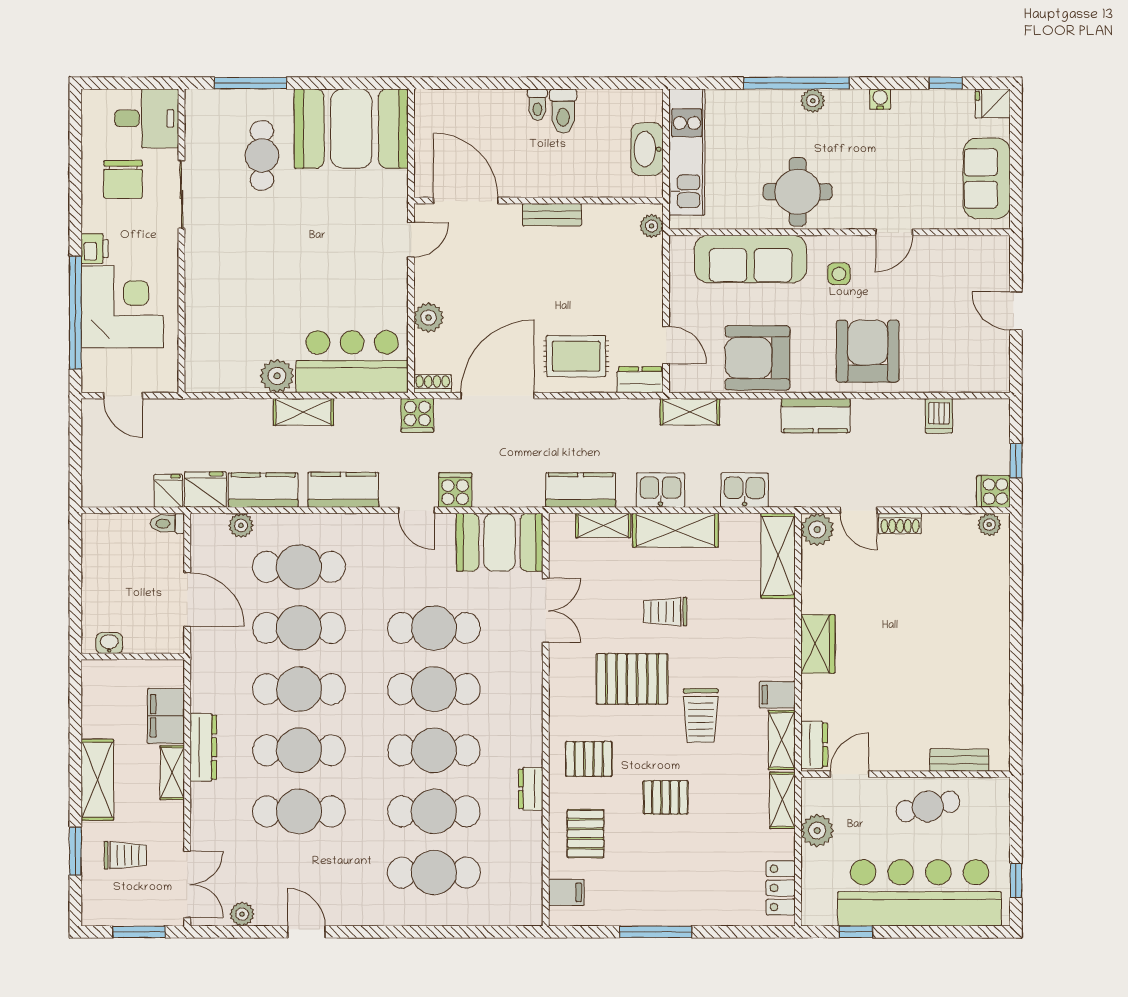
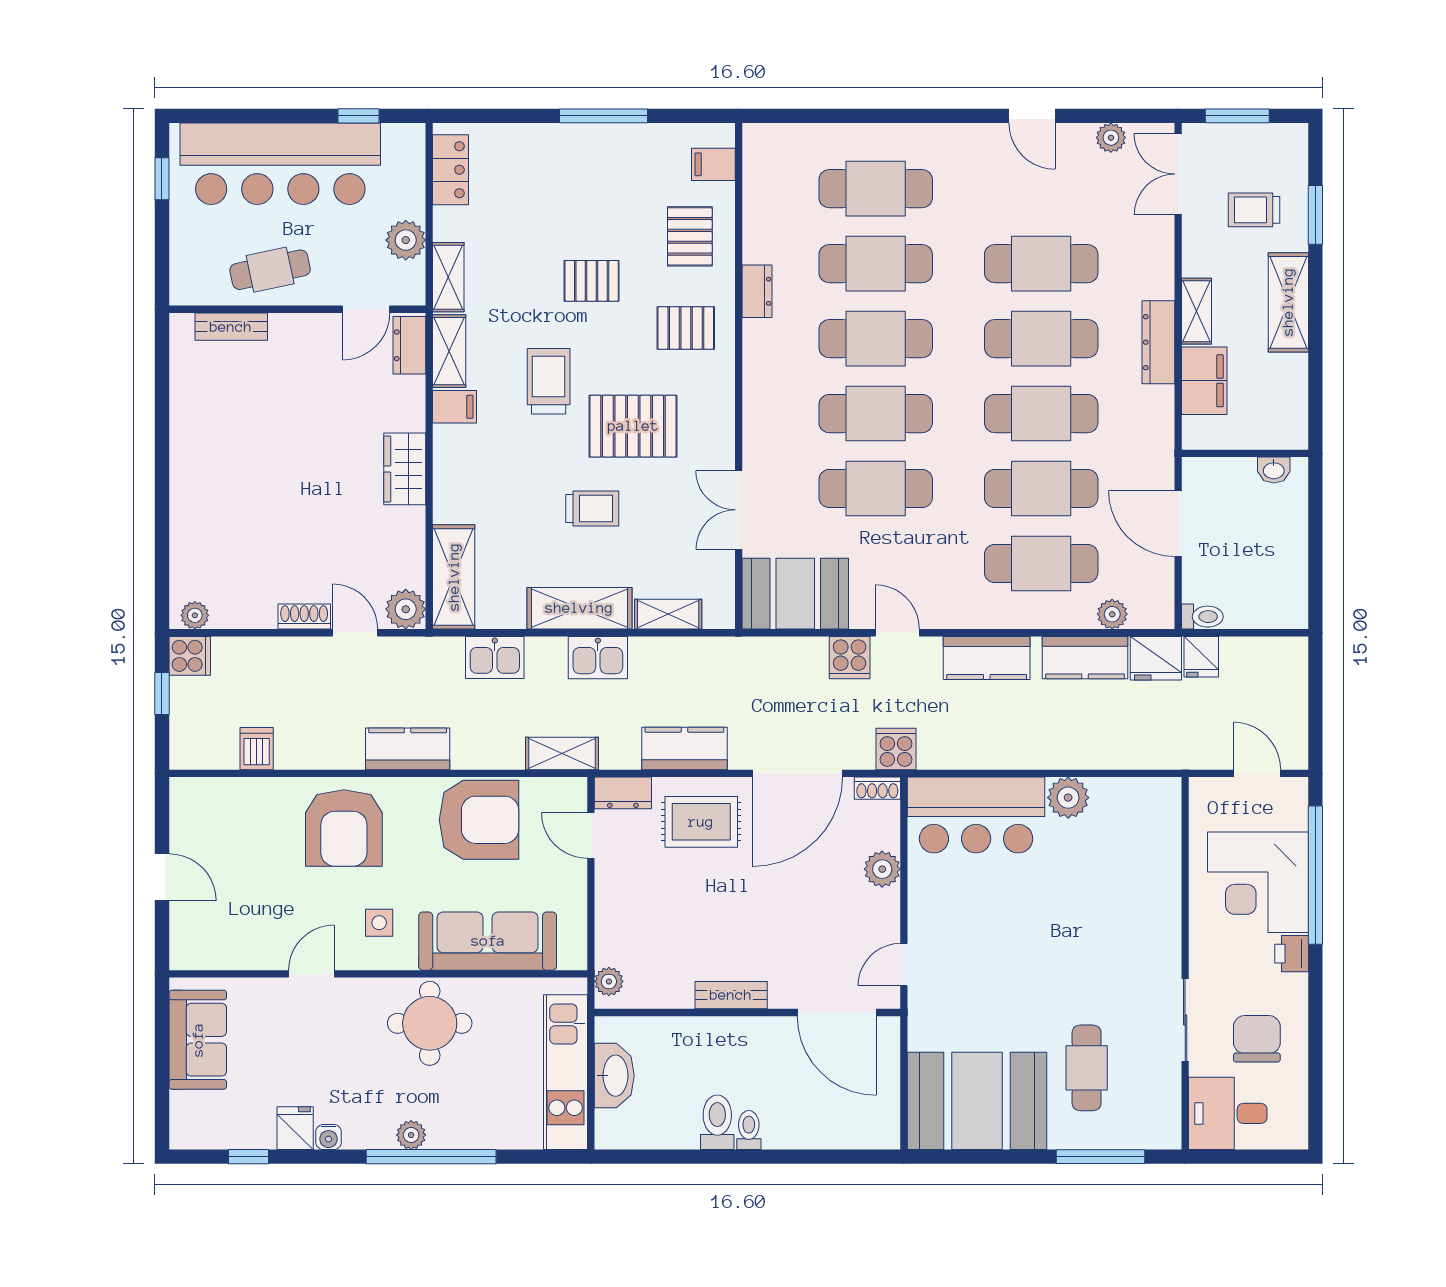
fridge: (993, 103) -> (295, 1128), moved, turned -90
shelving: (303, 412) -> (1036, 753), removed
kitchen counter: (581, 490) -> (684, 749), moved, turned 180

